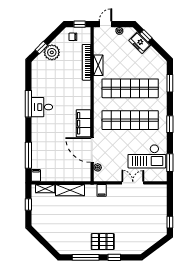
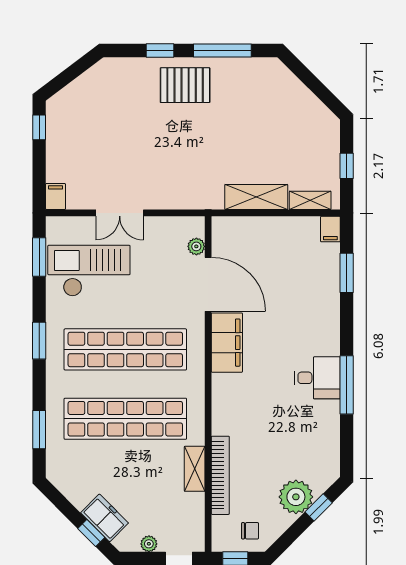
window: (28, 155) -> (347, 273), width x0.69
filing cabinet: (102, 190) -> (56, 197), moved

